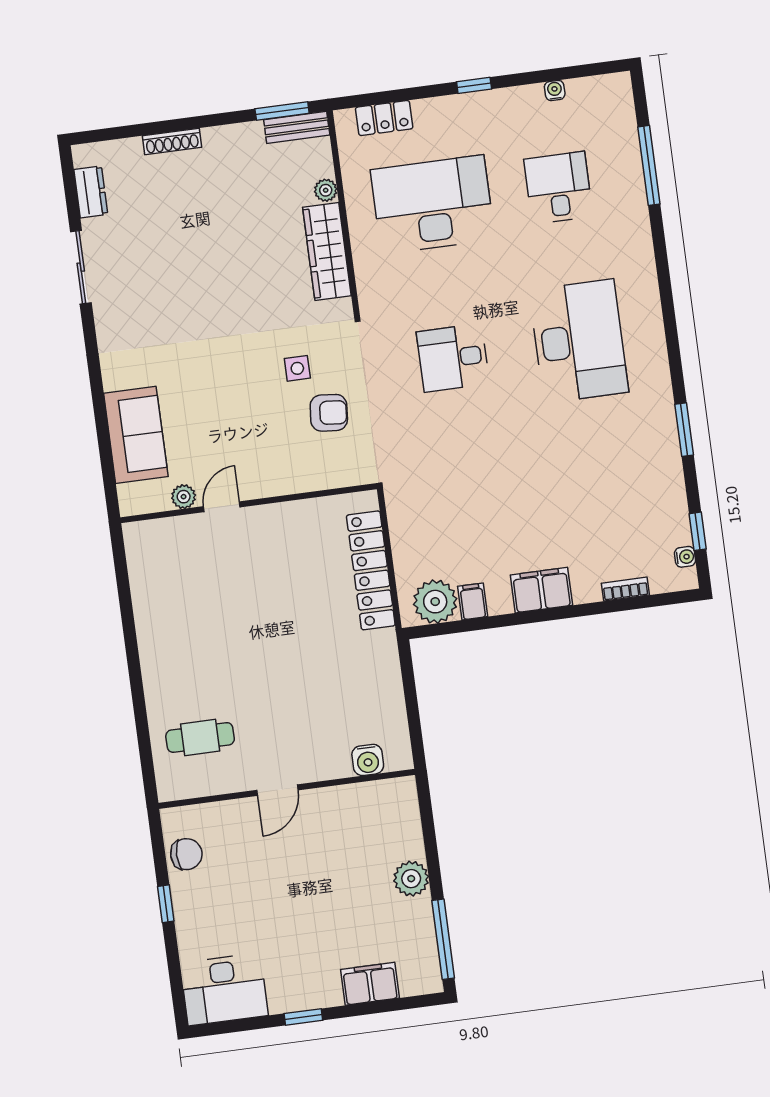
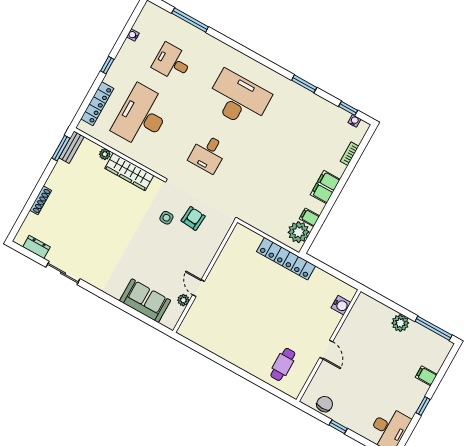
locker: (384, 118) -> (97, 104), width x1.53
locker: (371, 570) -> (286, 259), moved
filing cabinet: (370, 984) -> (426, 376), width x0.50

